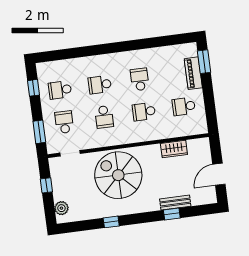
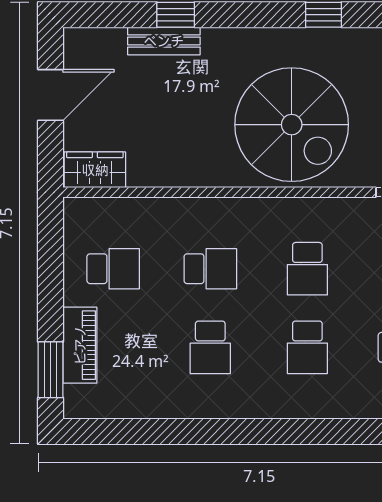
school desk: (100, 85) -> (307, 347), turned 90
school desk: (104, 117) -> (307, 269), turned 180
wardrobe: (174, 149) -> (95, 170), moved

